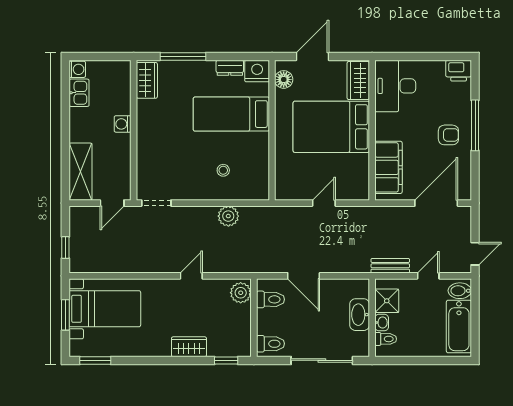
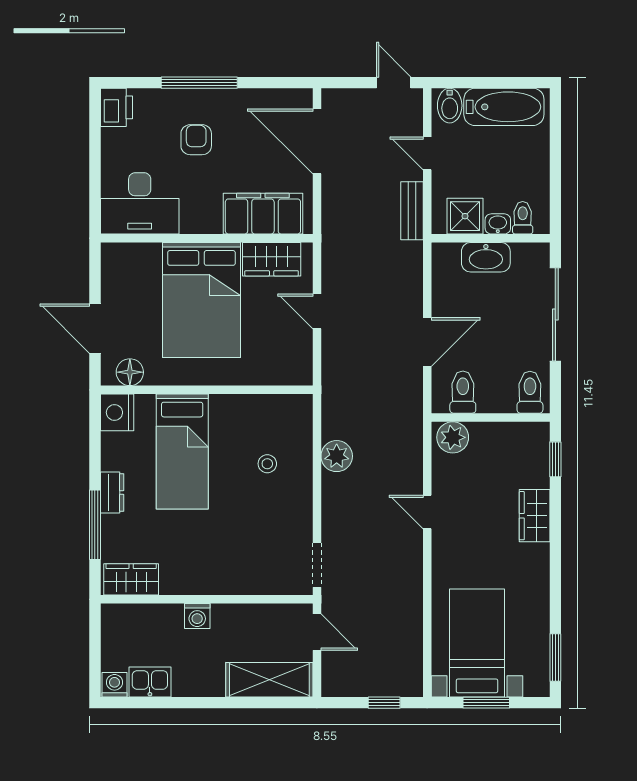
dresser: (230, 68) -> (112, 493), moved
wardrobe: (358, 80) -> (272, 259), moved
armchair: (448, 135) -> (196, 140), moved

